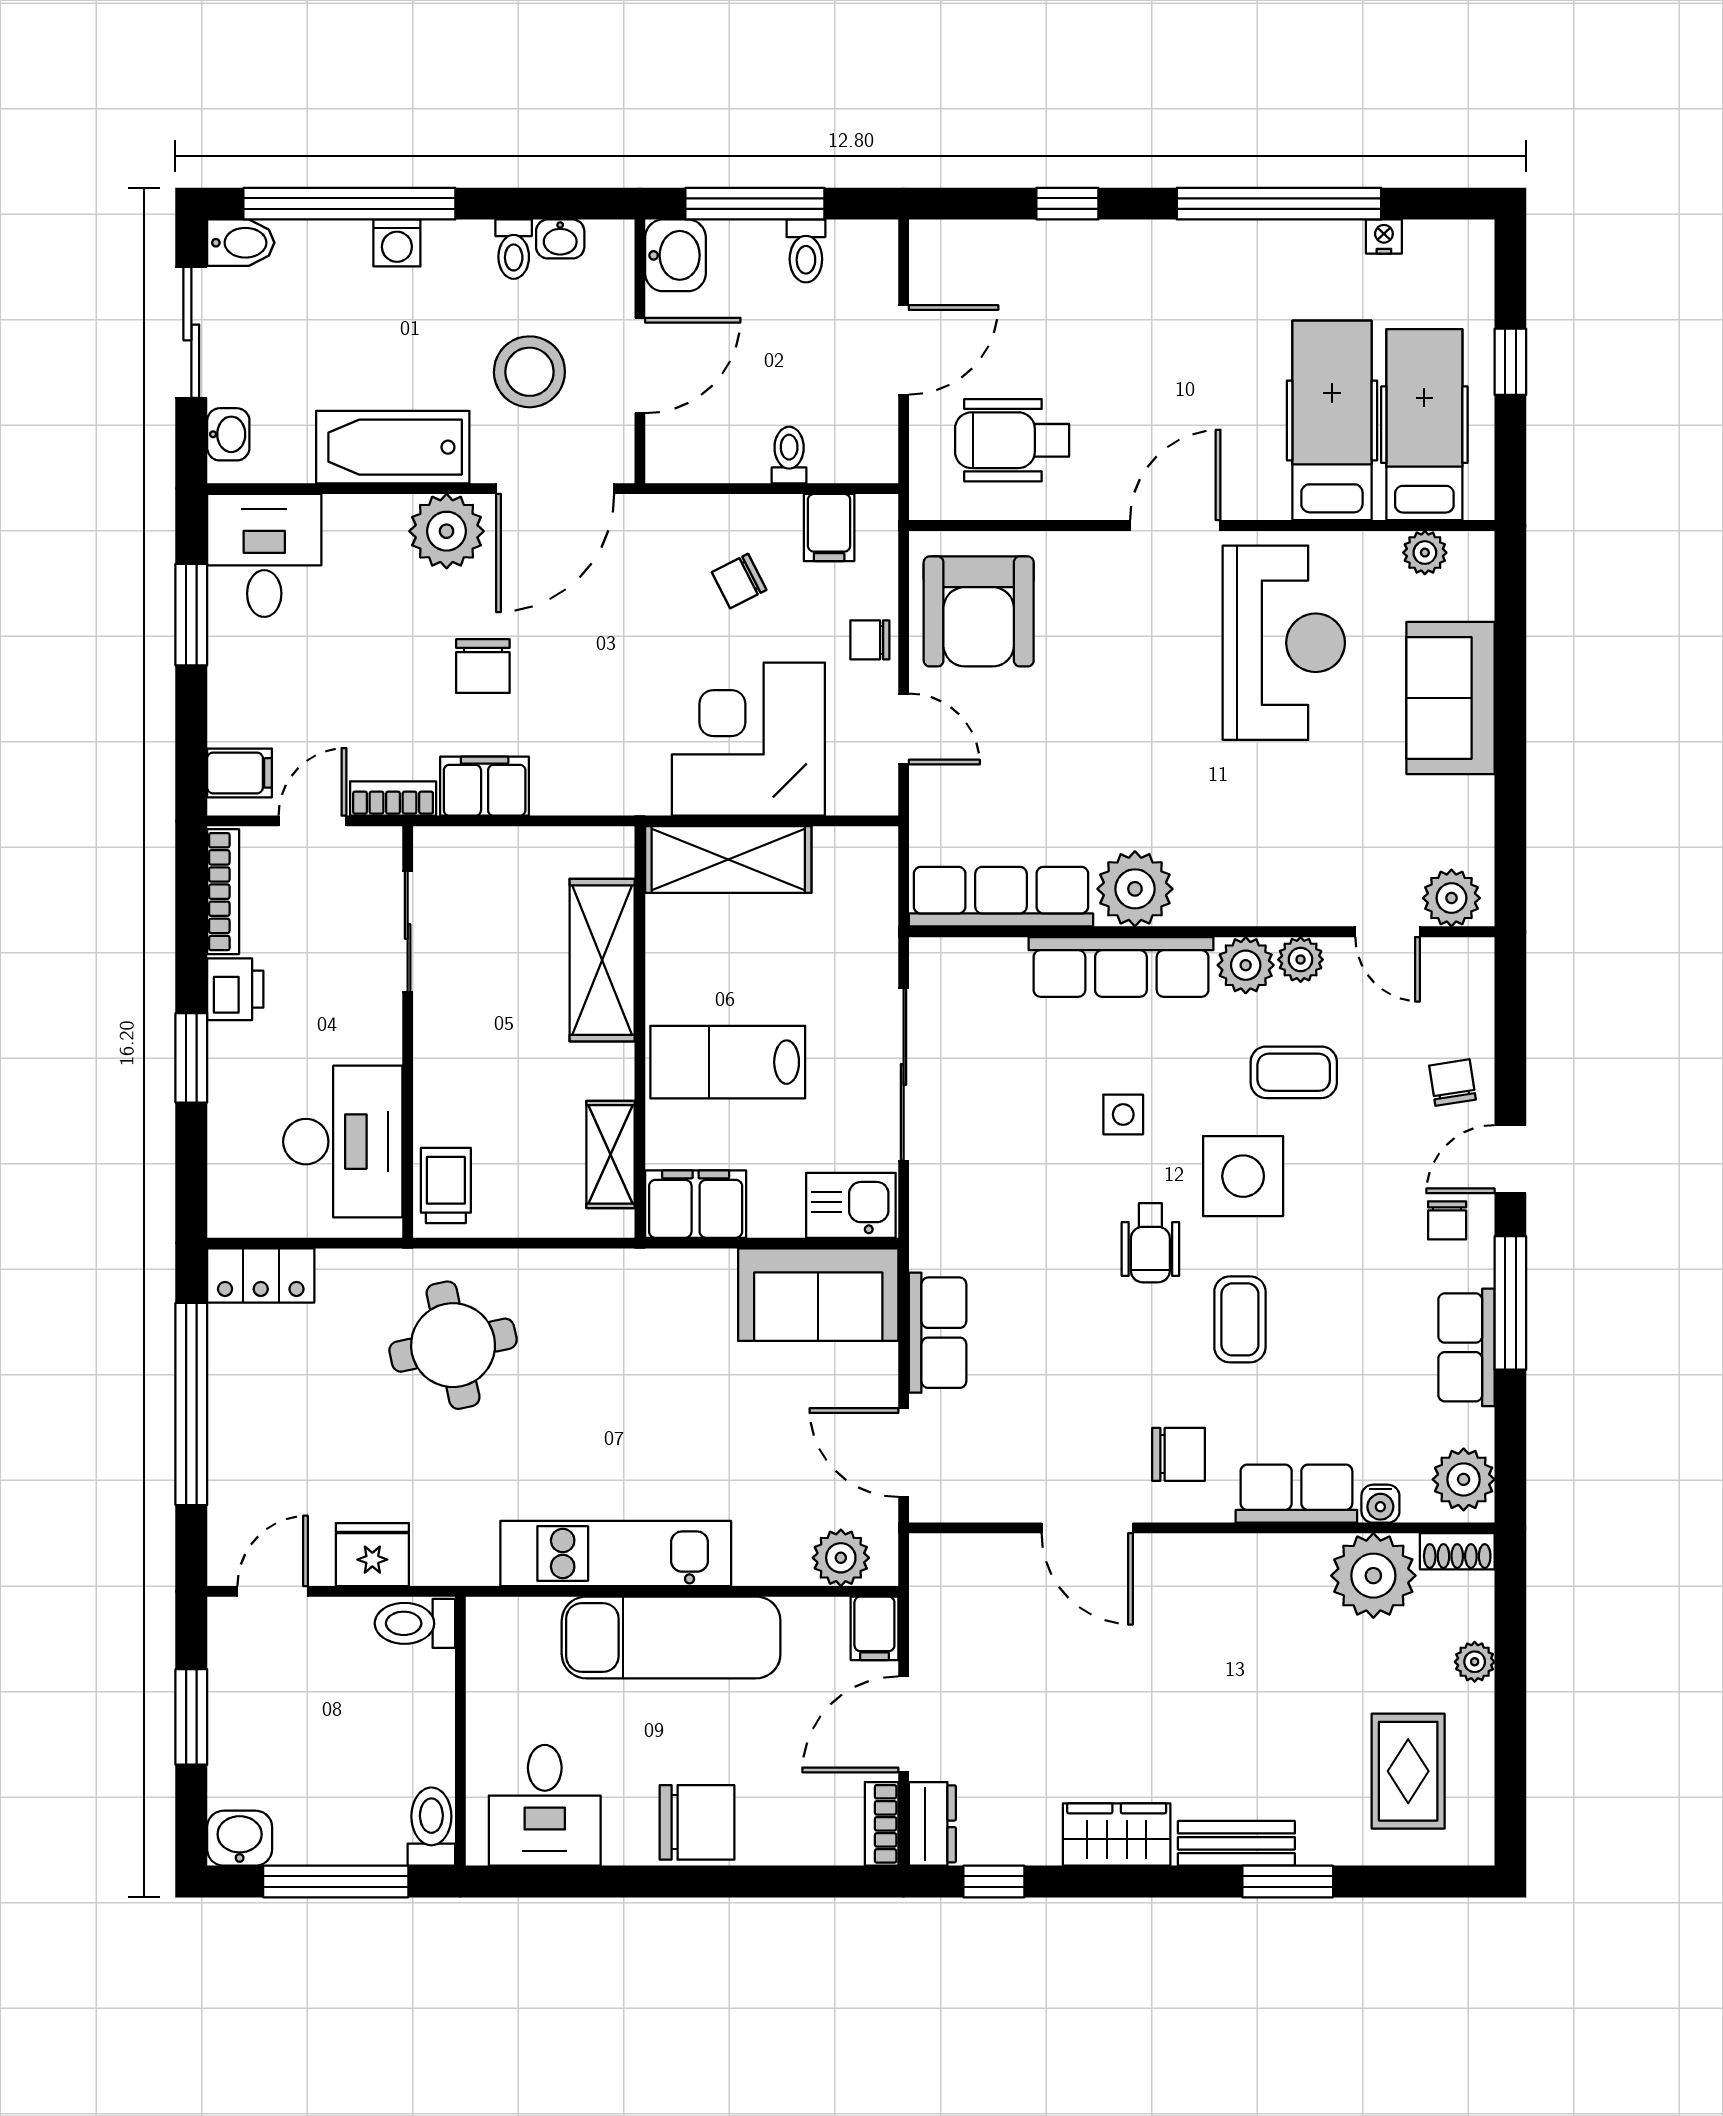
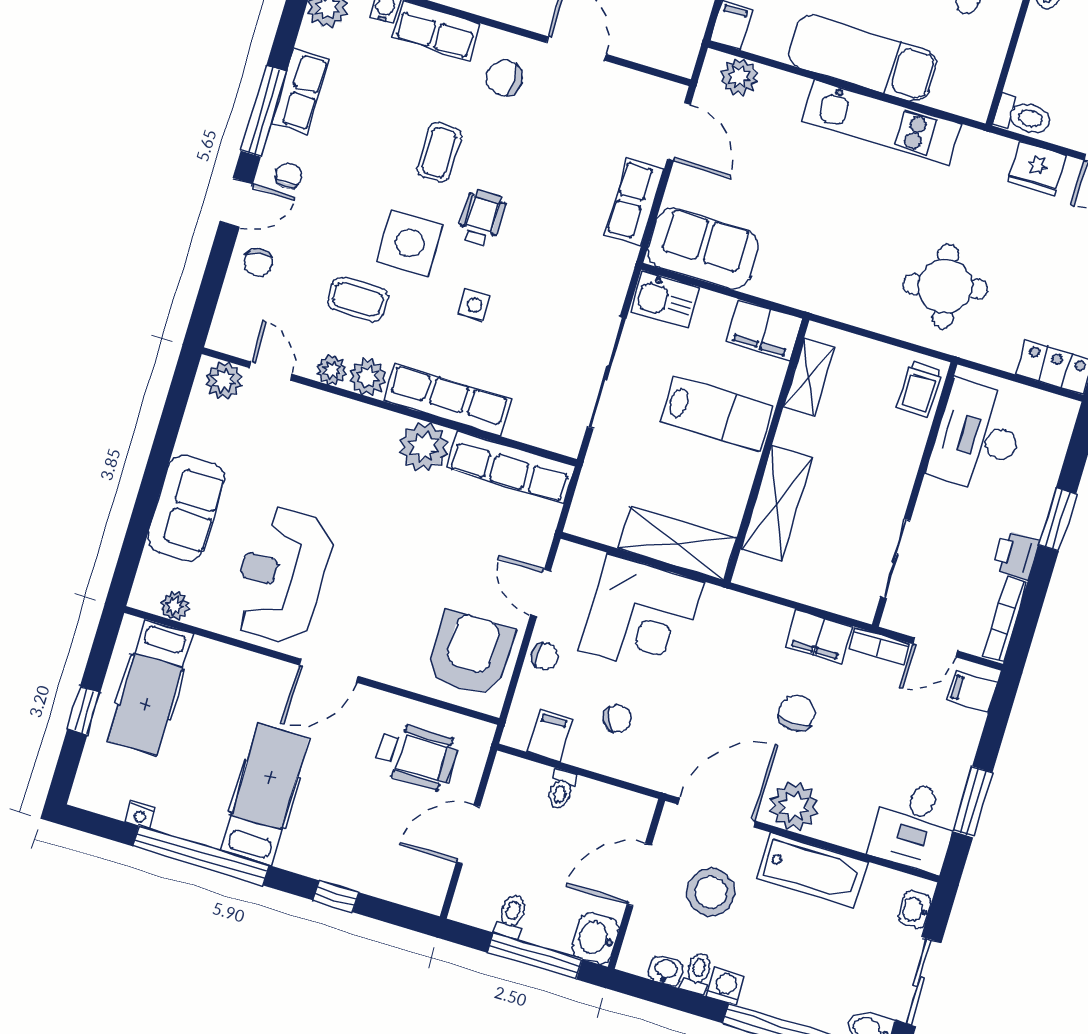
washing machine: (397, 243) -> (725, 986), moved
hospital bed: (1332, 420) -> (264, 795), moved, turned 180

